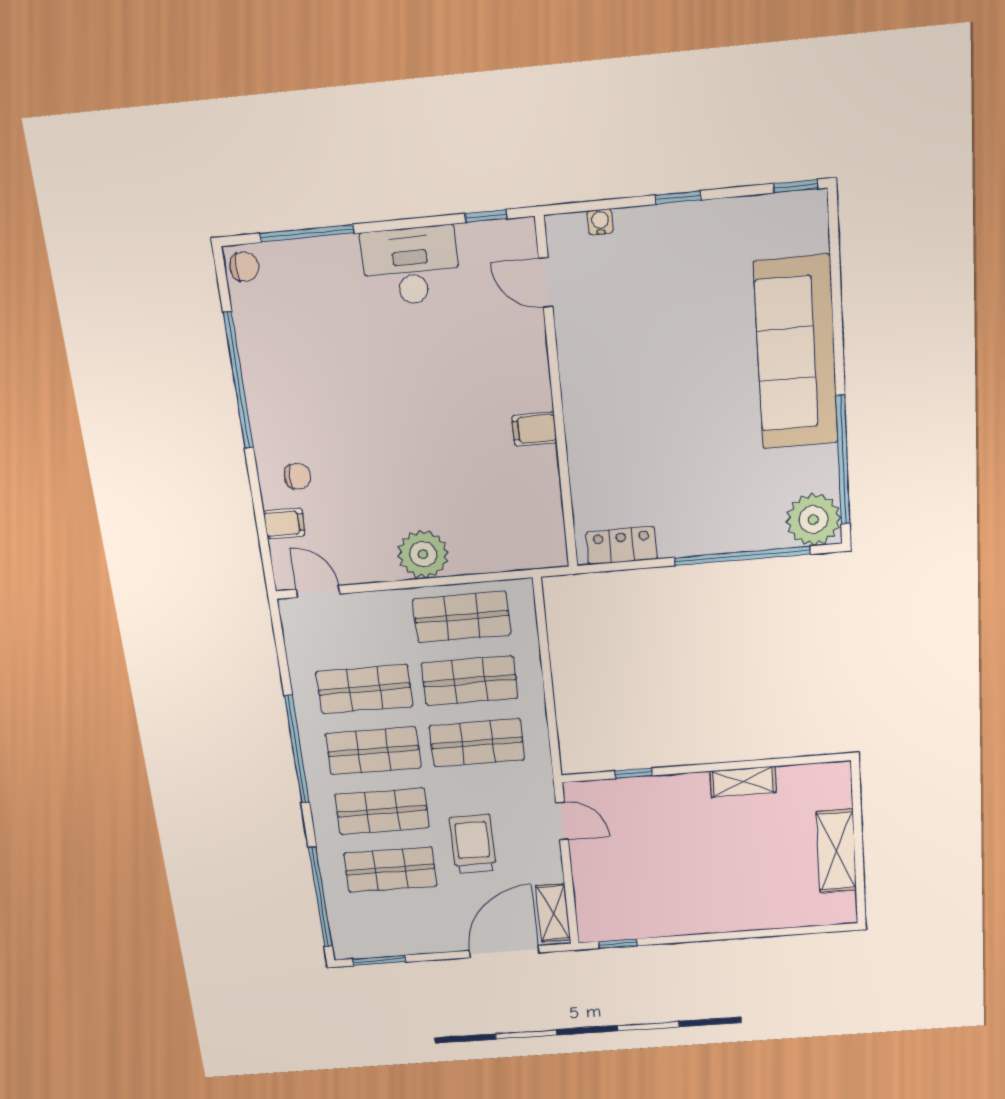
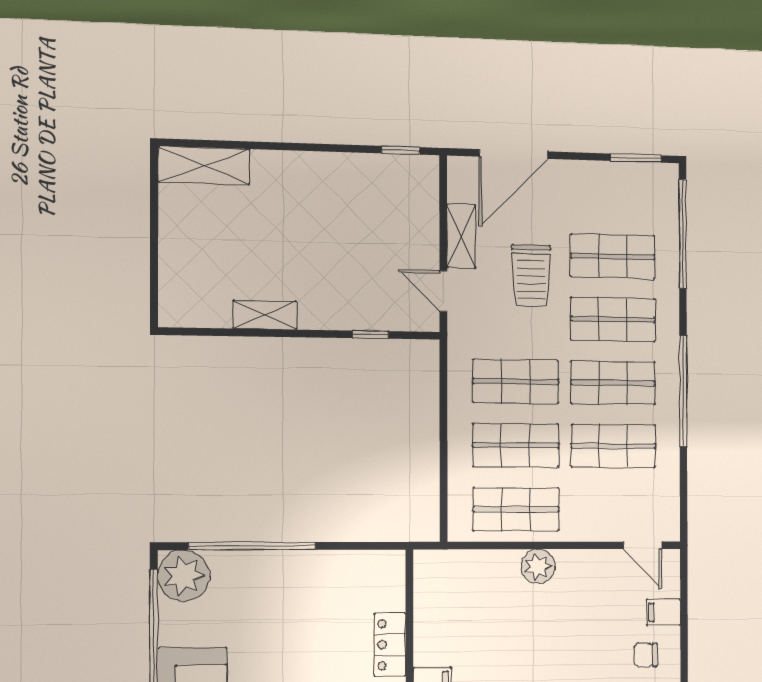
locker: (622, 546) -> (390, 645), moved, turned 90
plant: (423, 554) -> (538, 566), width x0.73, depth x0.73
shelving: (836, 851) -> (204, 166), moved, turned 90
shelving: (553, 913) -> (461, 236), moved

